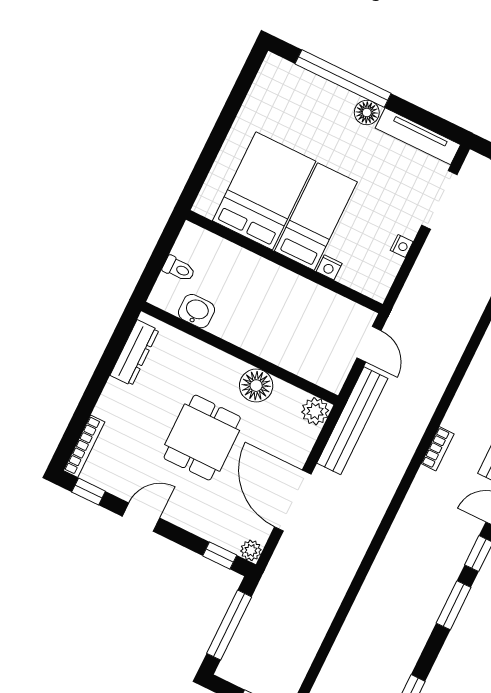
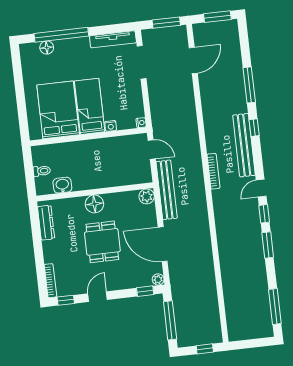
floor lamp: (367, 113) -> (47, 48), moved
nightstand: (402, 246) -> (141, 123), moved
floor lamp: (256, 386) -> (94, 204), moved
bookcase: (438, 449) -> (213, 171), width x1.56

